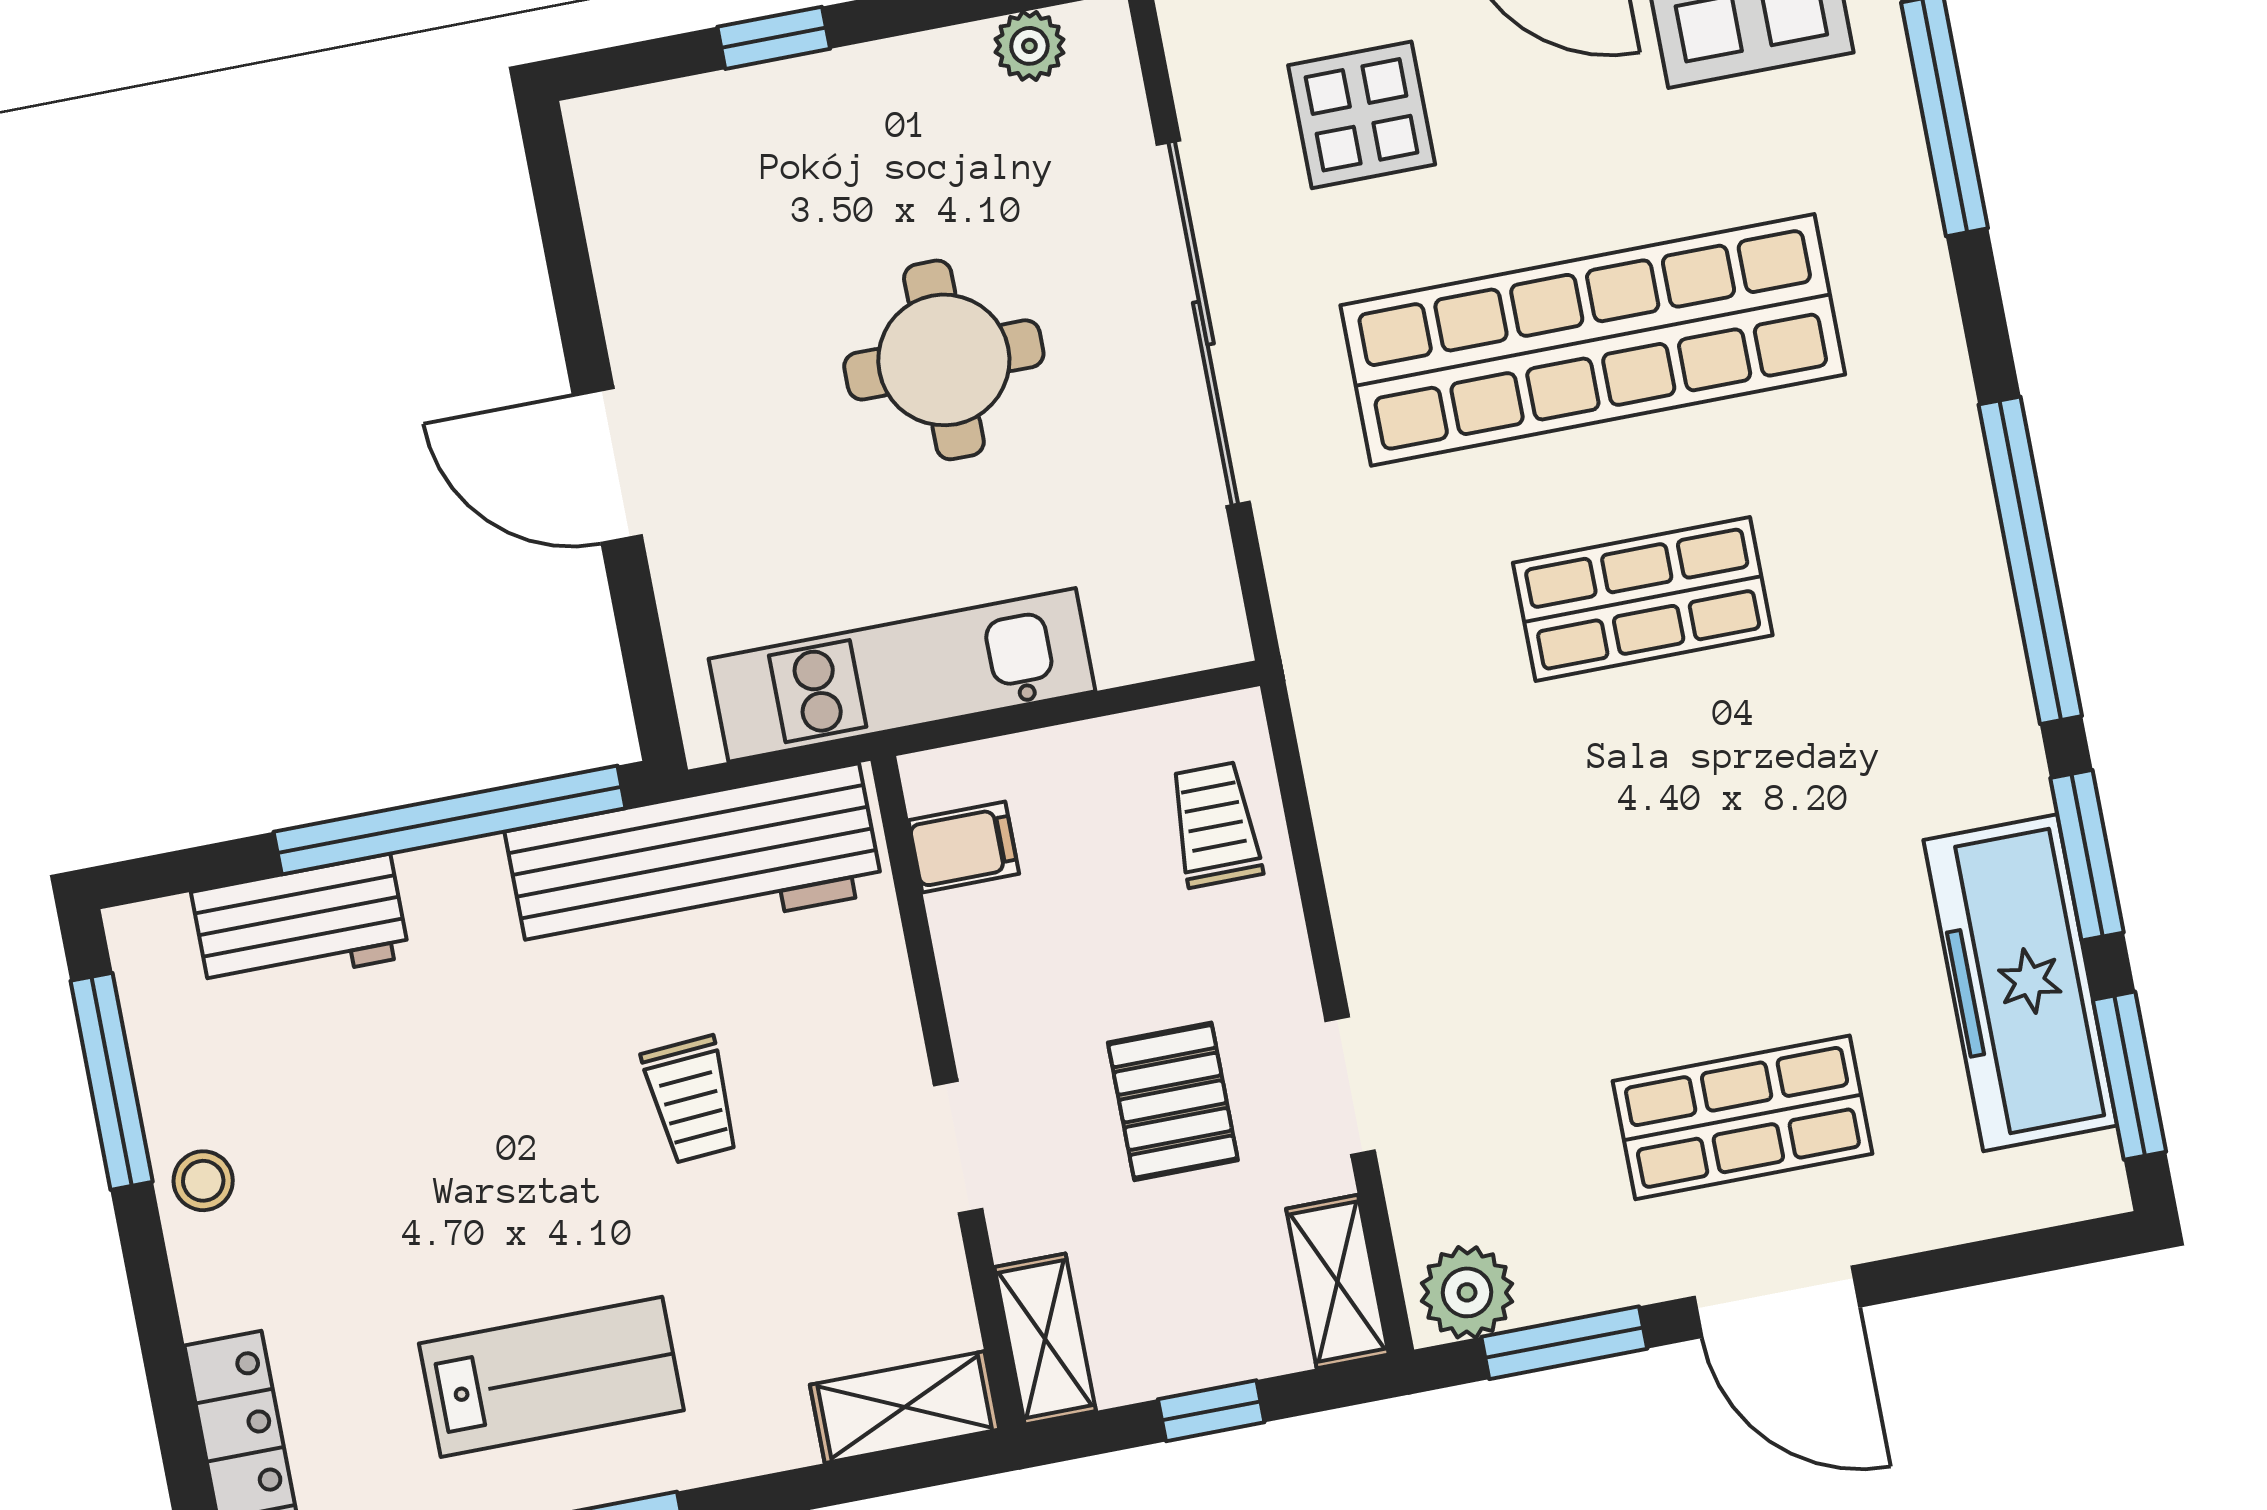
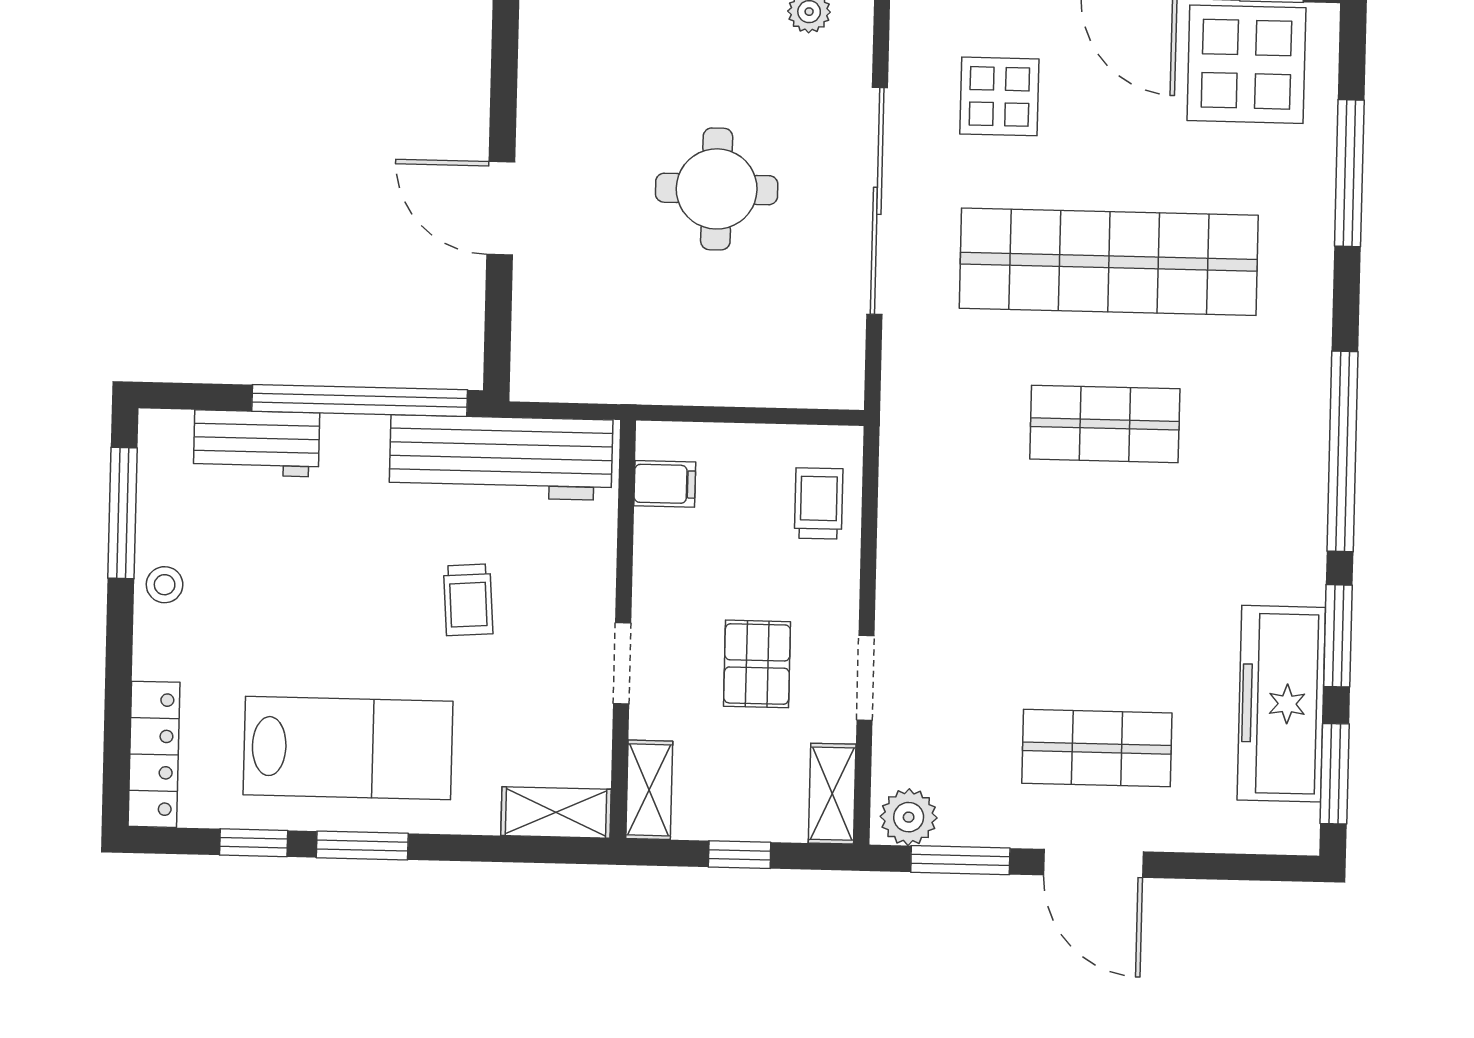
kitchen unit: (902, 675) -> (650, 373), removed
lab bench: (551, 1377) -> (348, 748), width x1.36, depth x1.39

